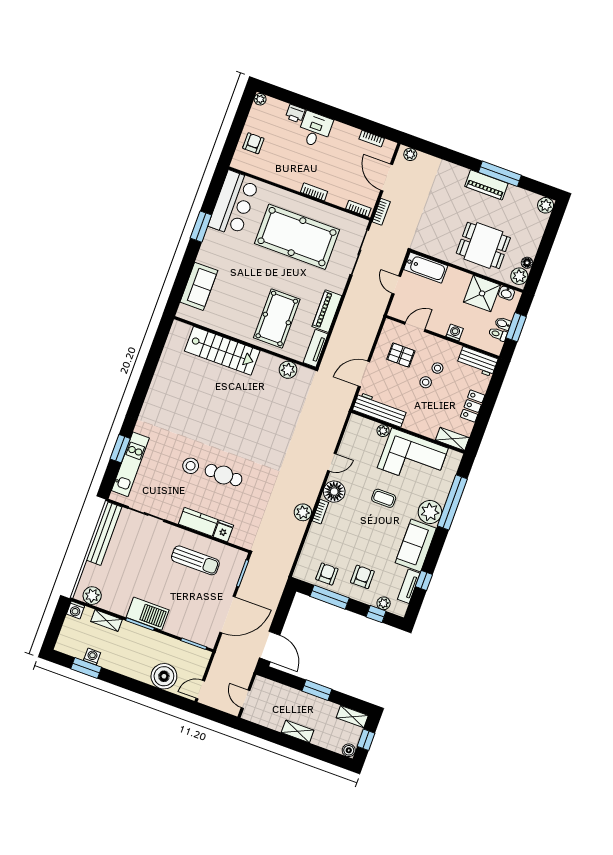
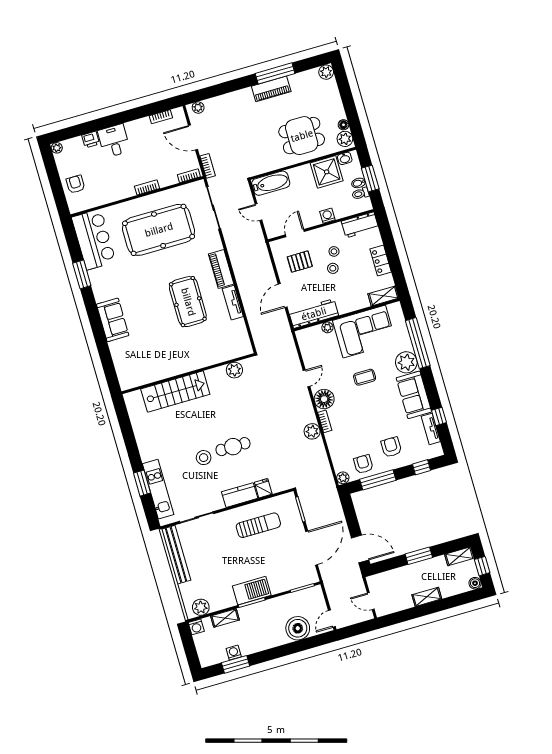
wall: (245, 343) -> (188, 374), moved
stairs: (222, 351) -> (175, 392), moved
plant: (288, 370) -> (234, 370), moved
plant: (384, 603) -> (343, 478), moved

